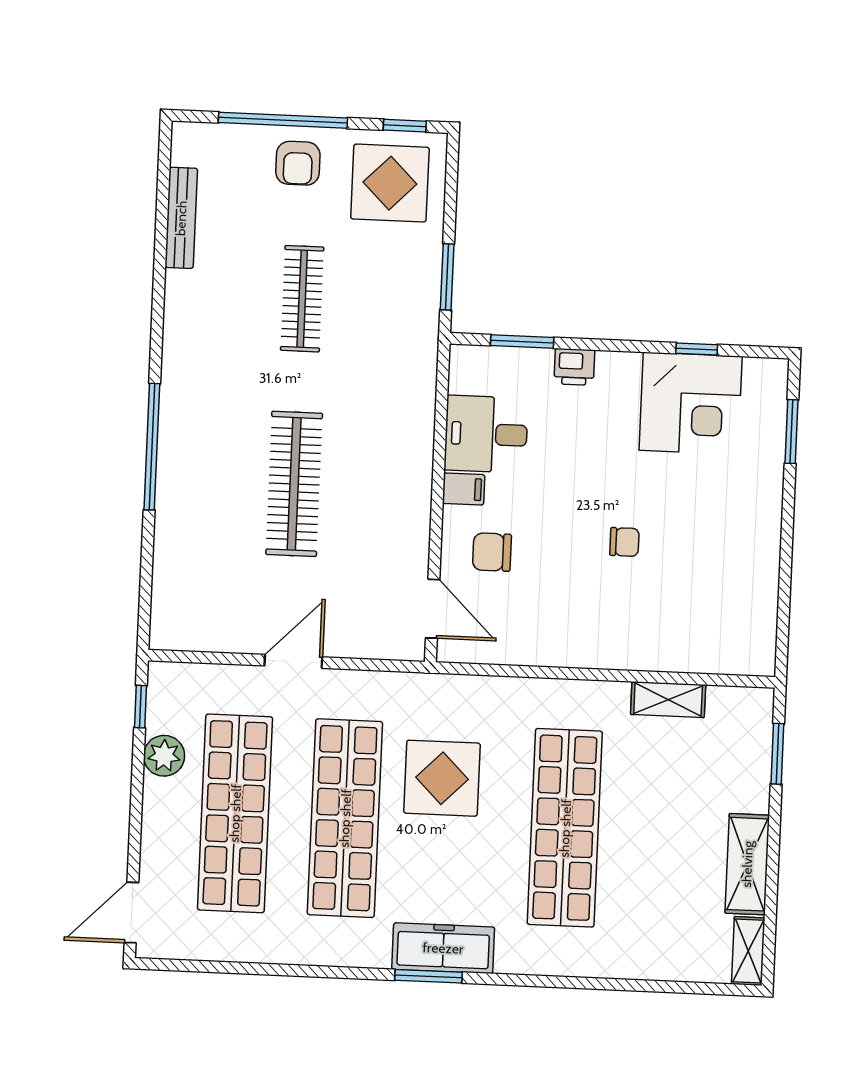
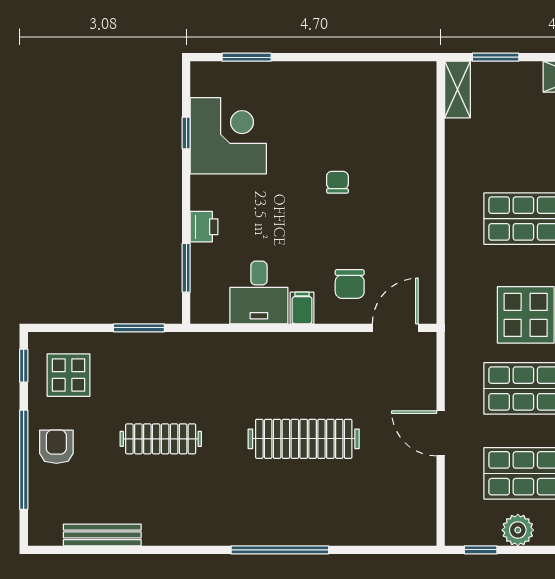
armchair: (298, 163) -> (56, 447), turned -90
display table: (390, 183) -> (69, 375), width x0.73, depth x0.73
shelving: (668, 700) -> (457, 90), moved

